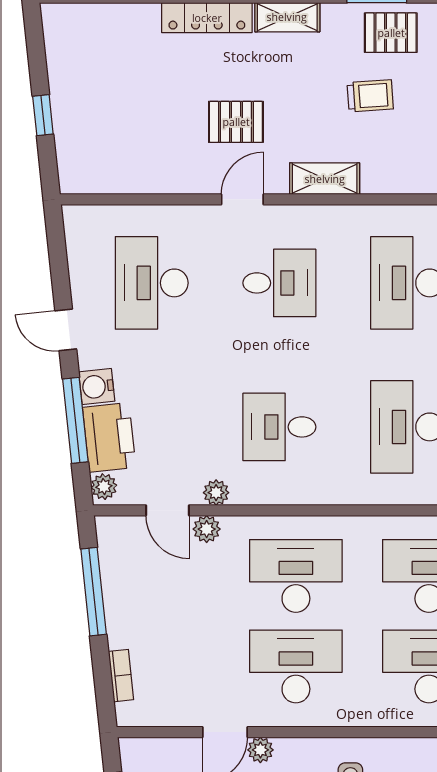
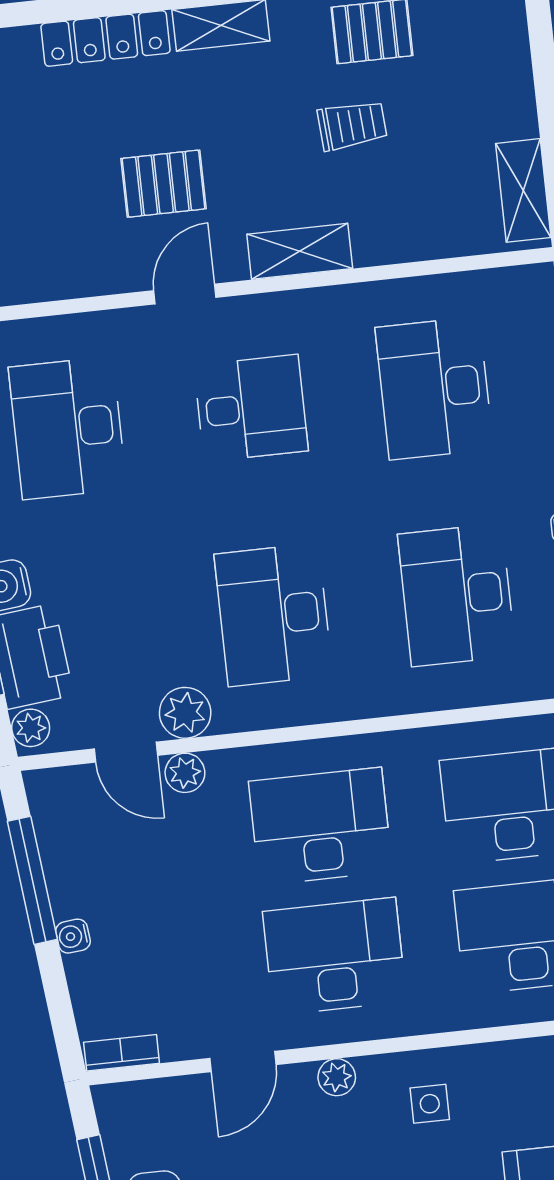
desk: (279, 427) -> (273, 615), width x1.37
plant: (216, 493) -> (185, 713), width x1.38, depth x1.38
water cooler: (117, 633) -> (73, 936), added
bookcase: (121, 676) -> (122, 1053), moved, turned -84
plant: (260, 750) -> (337, 1077), moved

